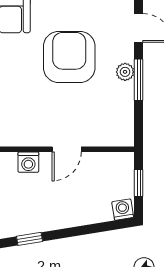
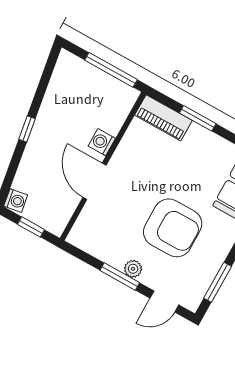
door: (67, 149) -> (95, 181), width x1.38
window: (29, 239) -> (27, 129), moved

